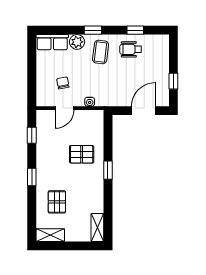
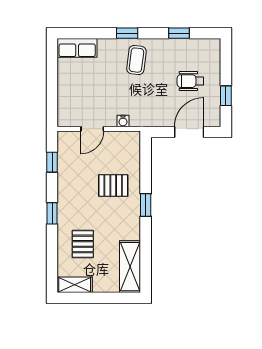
plant: (77, 42) -> (108, 48), removed
wheelchair: (131, 49) -> (190, 81), moved
chair: (63, 83) -> (90, 98), removed
shelving: (97, 227) -> (130, 267), width x1.50, depth x1.33

